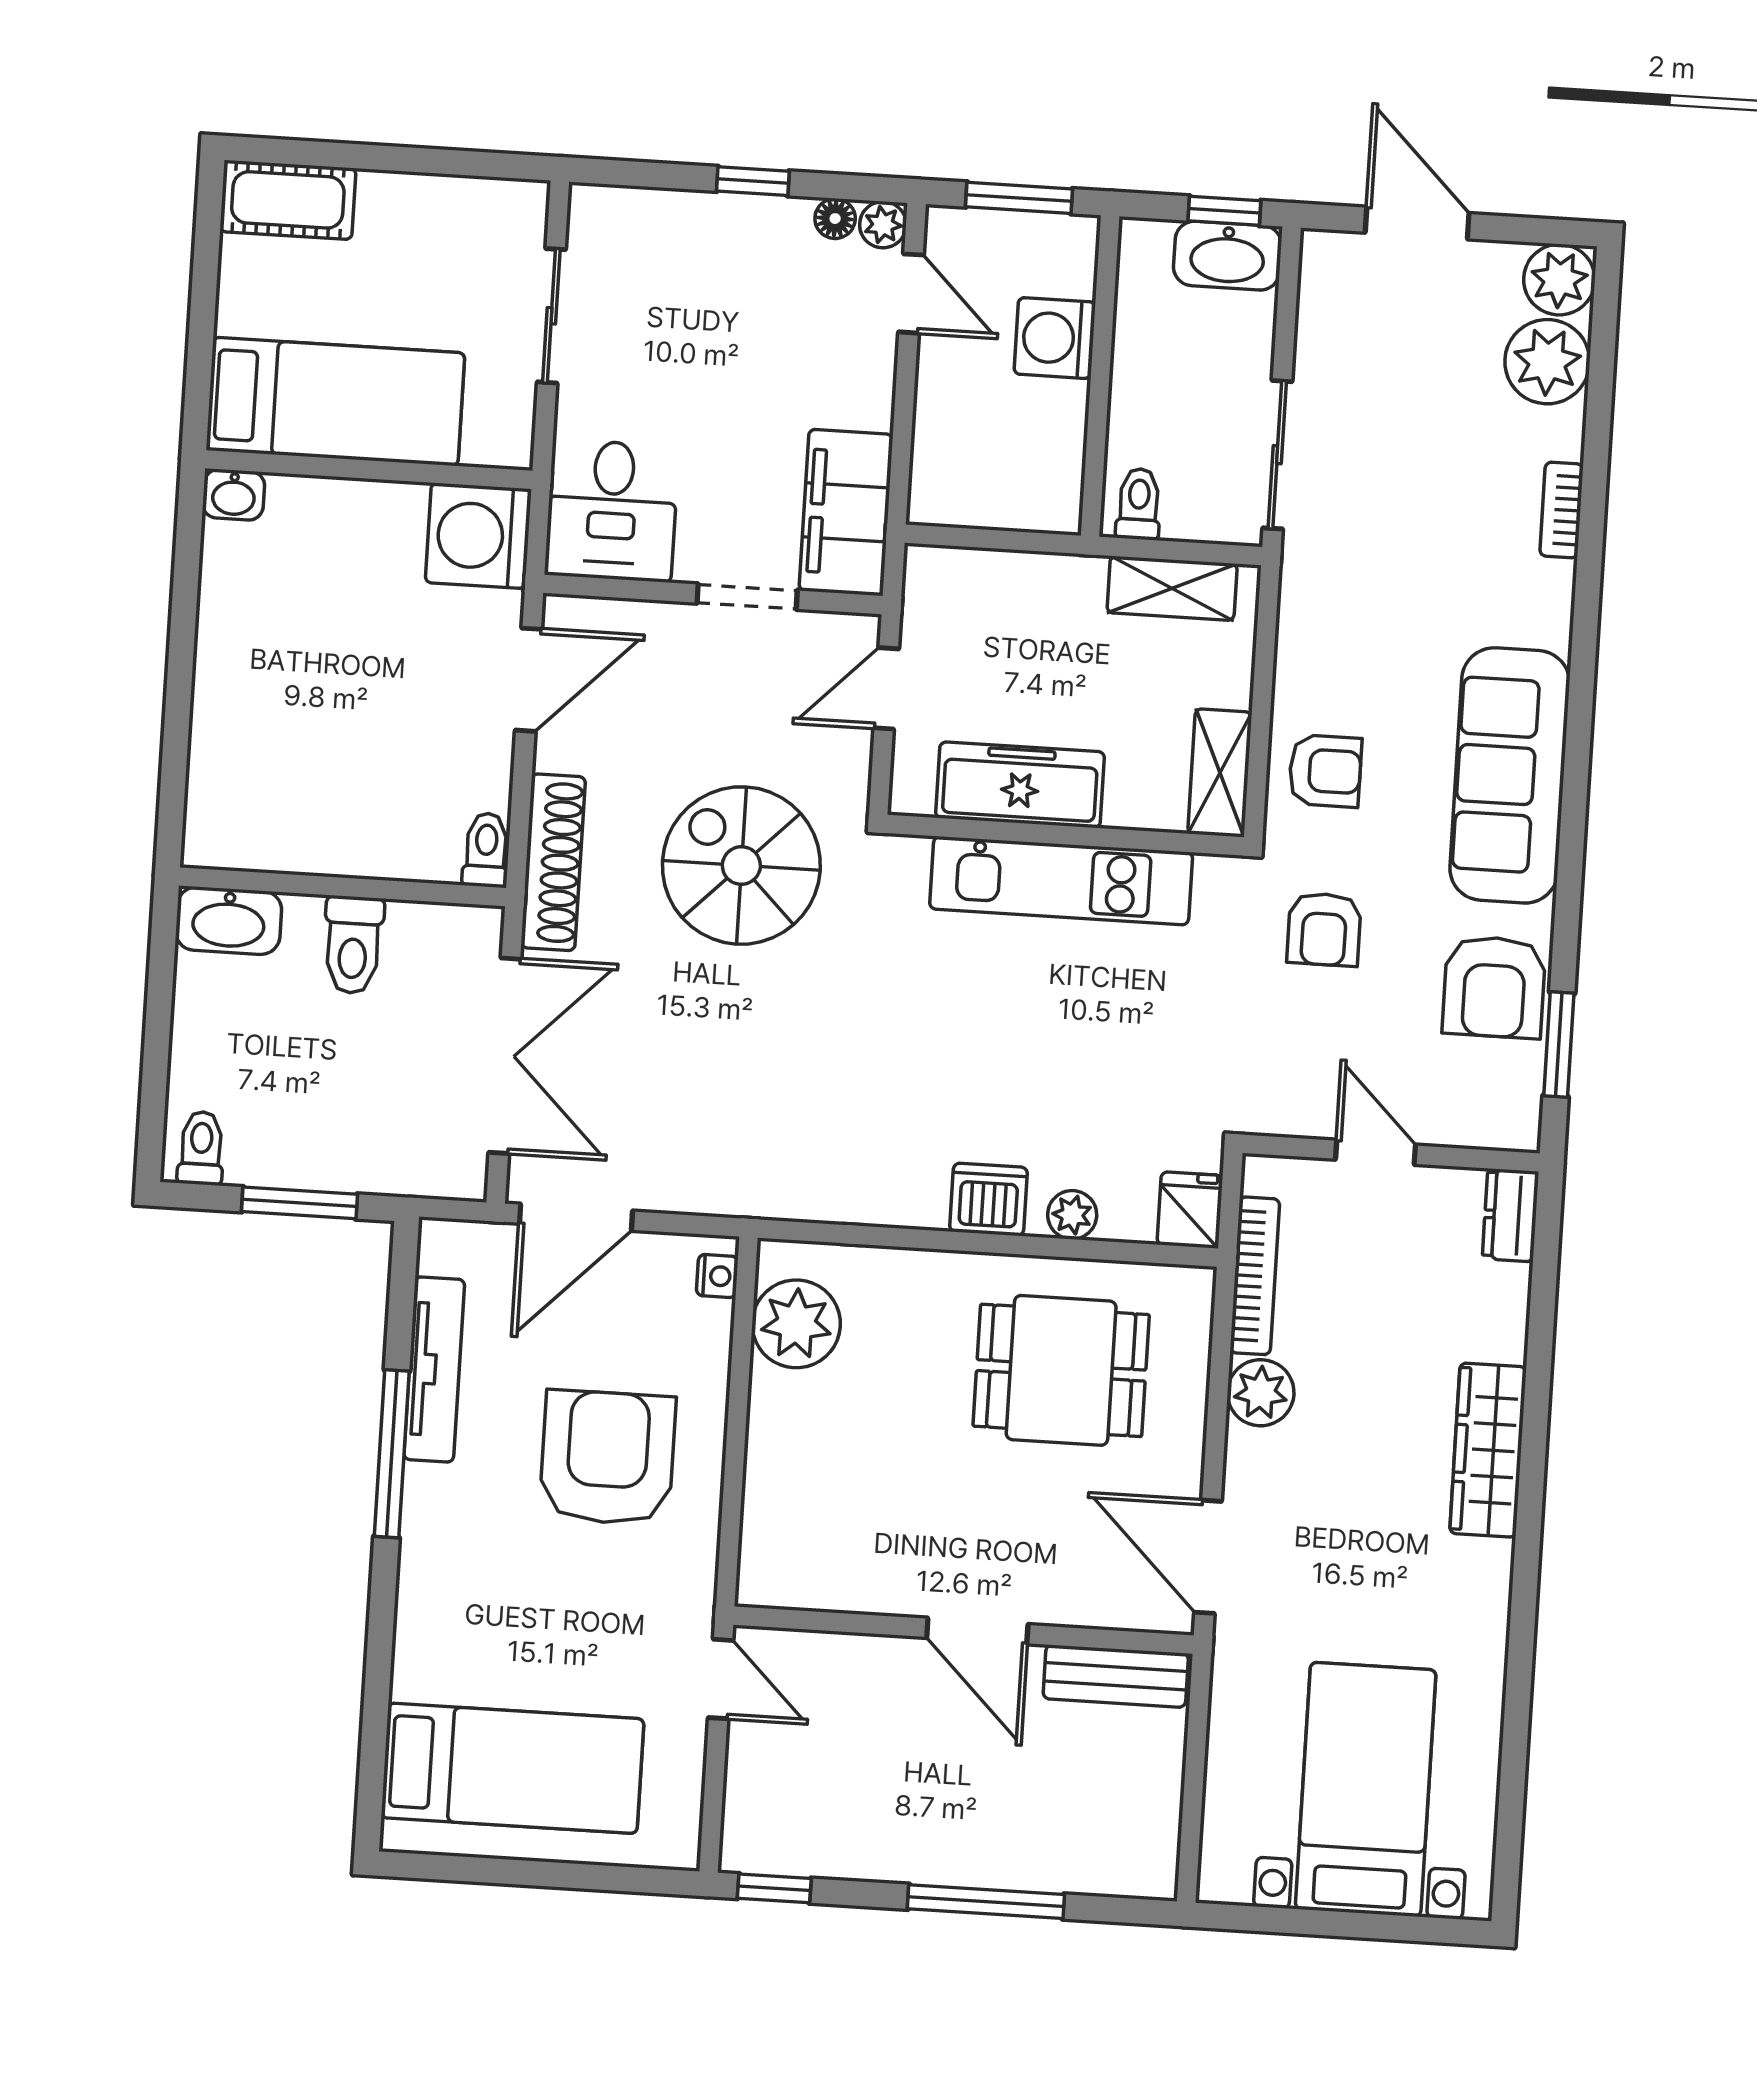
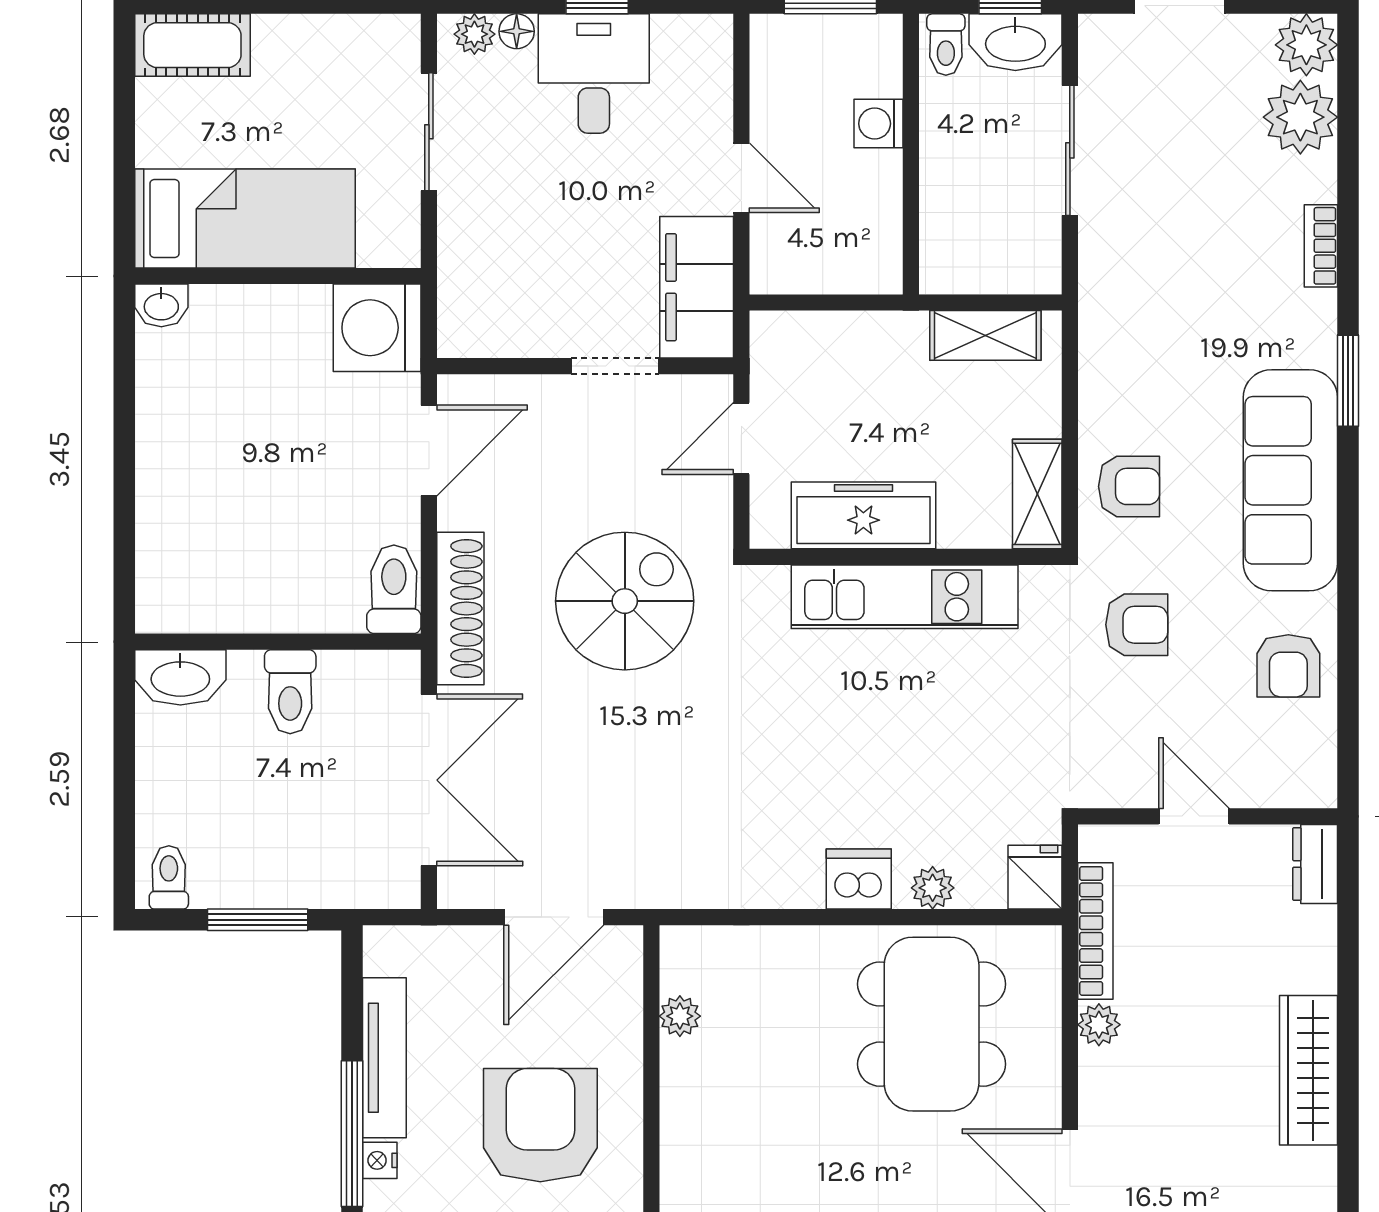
floor lamp: (835, 219) -> (517, 31), moved
plant: (883, 225) -> (474, 34), moved
door: (911, 293) -> (741, 178), moved
washing machine: (1055, 338) -> (879, 124), width x0.73, depth x0.73
sliding door: (1277, 455) -> (1070, 150), moved
toilet: (1139, 504) -> (946, 45), moved, turned 180
desk: (612, 511) -> (594, 74), moved, turned 180
toilet: (486, 850) -> (394, 589), width x1.37, depth x1.39
spiral stairs: (741, 866) -> (625, 601), turned 90
armchair: (1324, 929) -> (1137, 625), turned -90
armchair: (1494, 987) -> (1288, 666), width x0.72, depth x0.72
window: (1559, 1045) -> (1348, 381), moved
door: (576, 1217) -> (554, 917), moved
nightstand: (717, 1276) -> (380, 1160), moved, turned 180
plant: (796, 1324) -> (680, 1016), width x0.53, depth x0.53
dining table: (1061, 1370) -> (932, 1024), width x1.38
plant: (1261, 1393) -> (1099, 1025), width x0.73, depth x0.73

